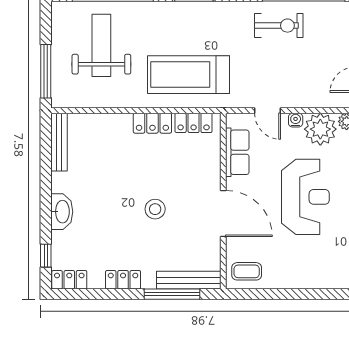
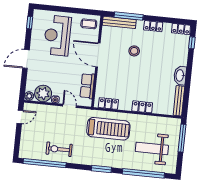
weight bench: (101, 45) -> (152, 148), turned 90
locker: (152, 123) -> (142, 107), moved
reception desk: (305, 197) -> (57, 36), moved
stool: (155, 209) -> (134, 51), moved
washbasin: (62, 212) -> (180, 75), moved

